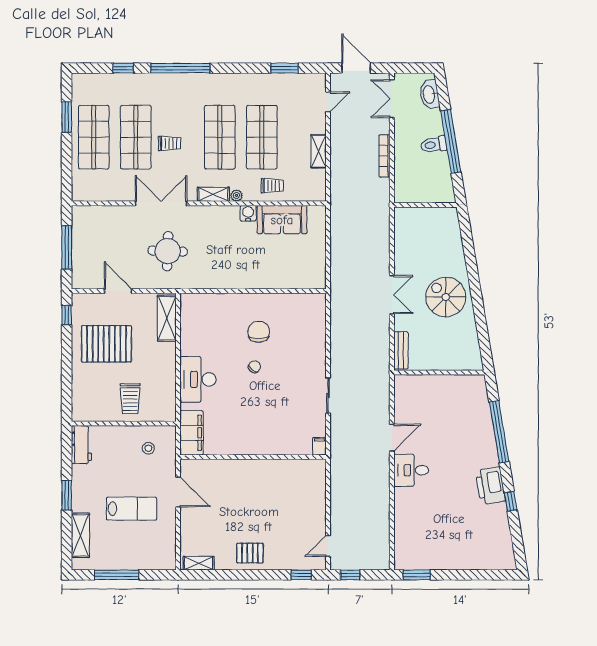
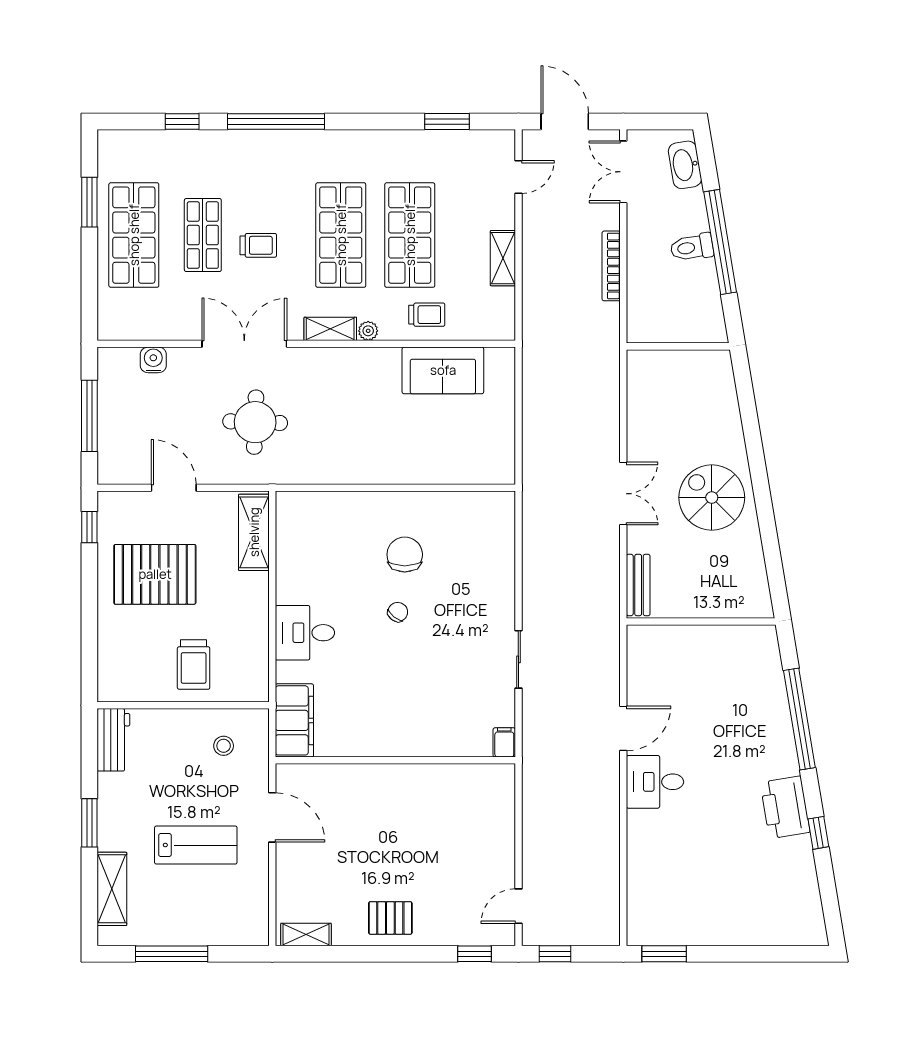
shop shelf: (136, 137) -> (203, 235), width x0.70, depth x0.74
water cooler: (248, 213) -> (153, 360), moved
desk: (198, 379) -> (305, 633), width x0.73

